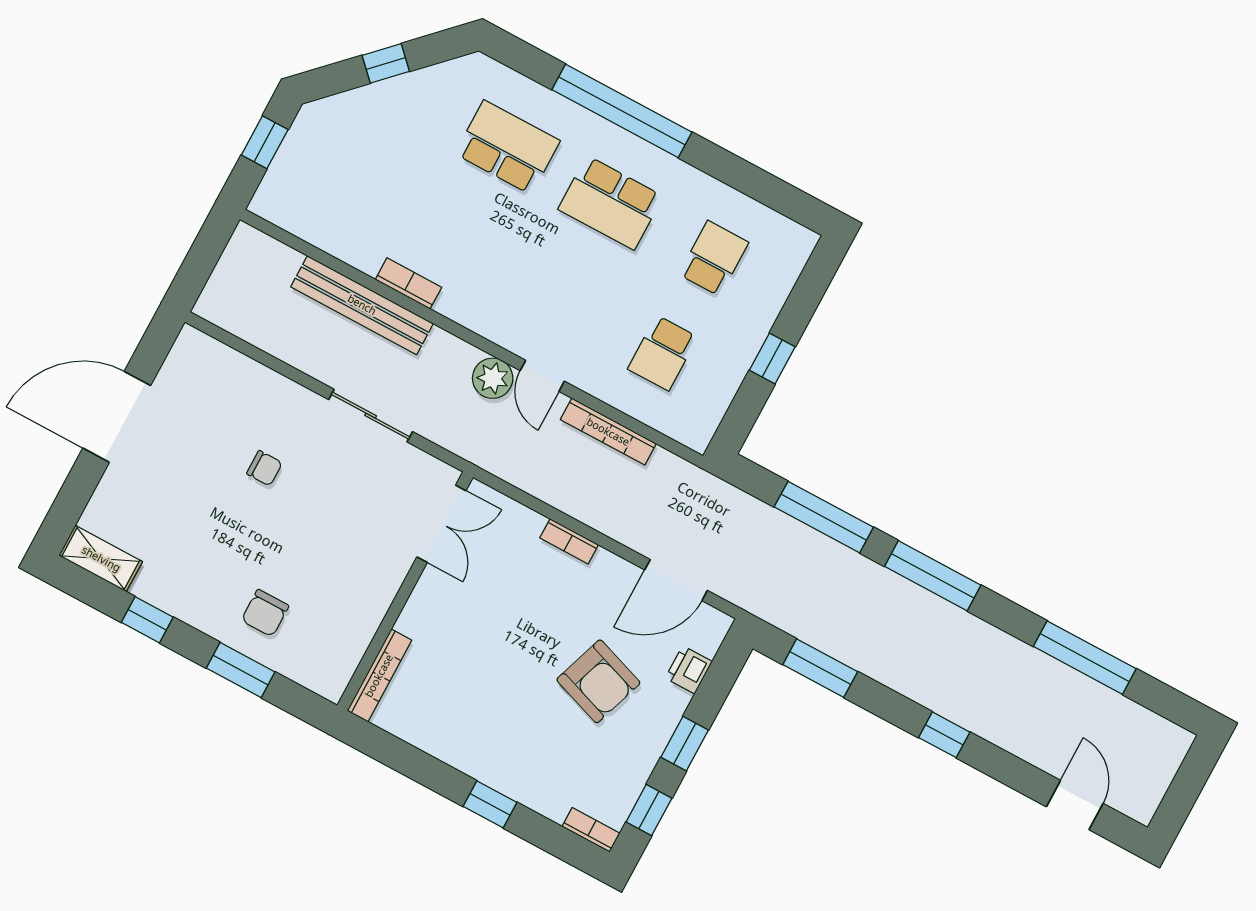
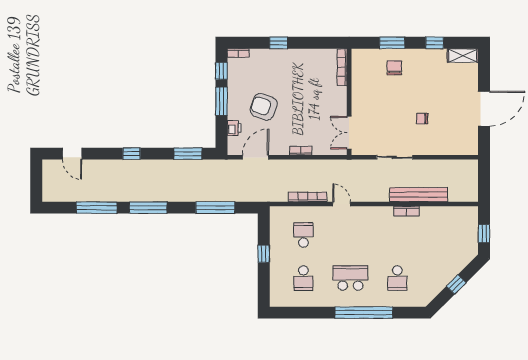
school desk: (507, 147) -> (397, 278), width x0.54
plant: (493, 378) -> (359, 194), removed
window: (933, 576) -> (148, 208), moved
window: (685, 744) -> (221, 101), width x1.50

